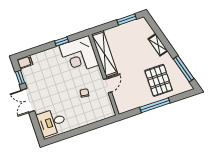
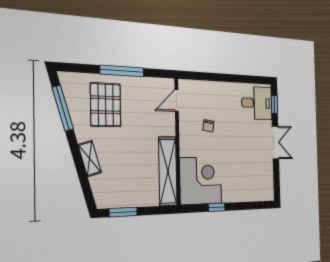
filing cabinet: (25, 62) -> (266, 194), removed
window: (20, 77) -> (274, 104), moved
door: (107, 86) -> (177, 100), moved

